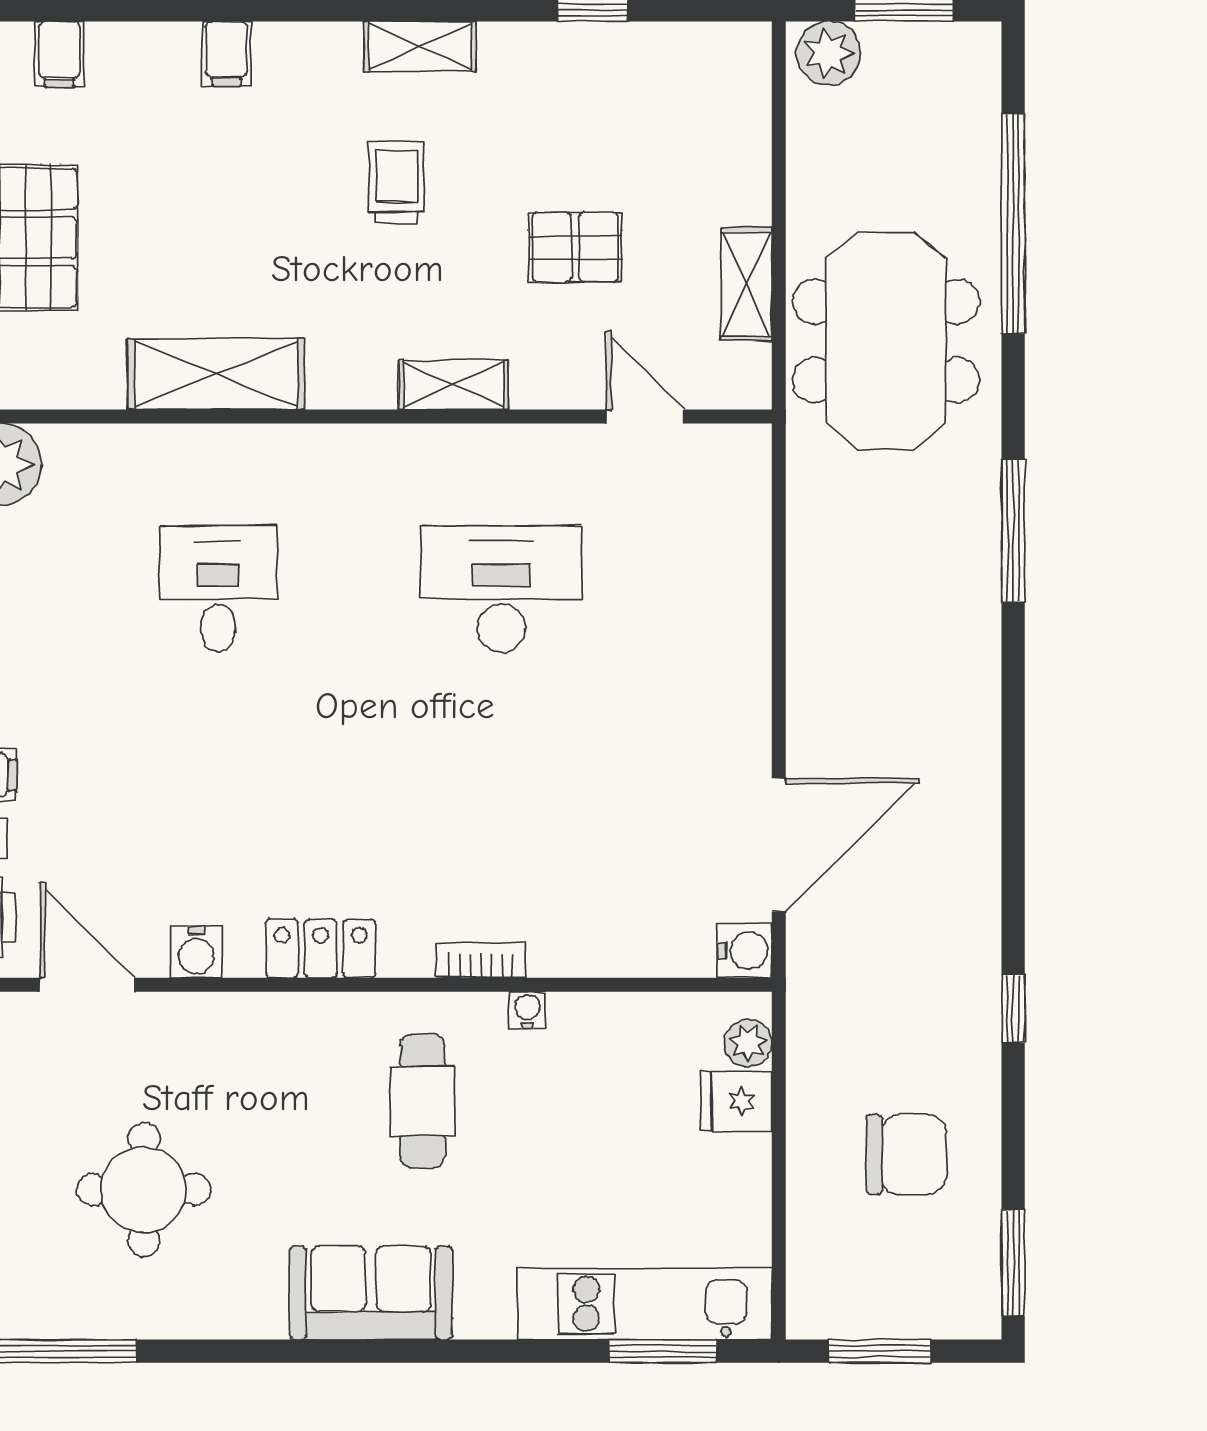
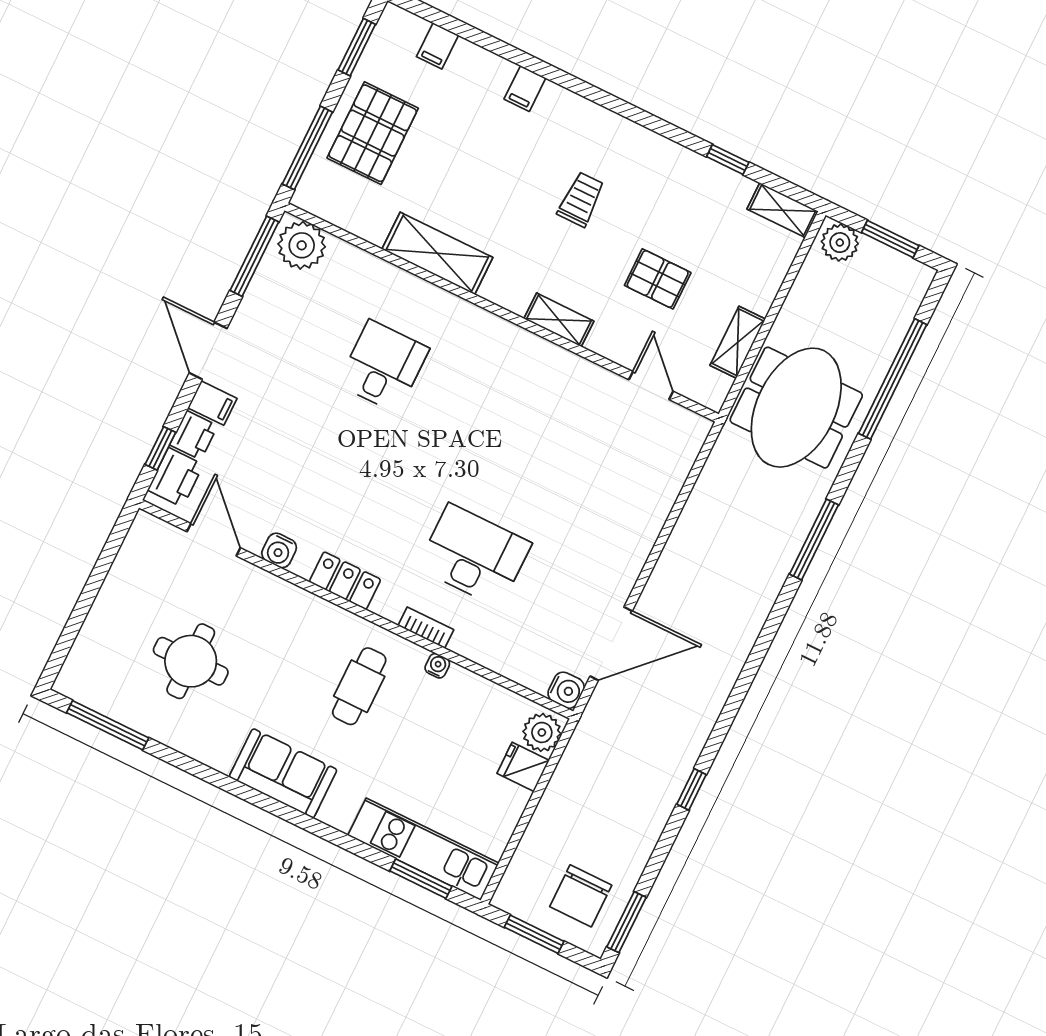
shelving: (420, 47) -> (783, 210), moved
desk: (501, 589) -> (474, 555), moved
plant: (748, 1043) -> (542, 732), width x1.38, depth x1.38
chair: (906, 1155) -> (581, 896), moved, turned 90

